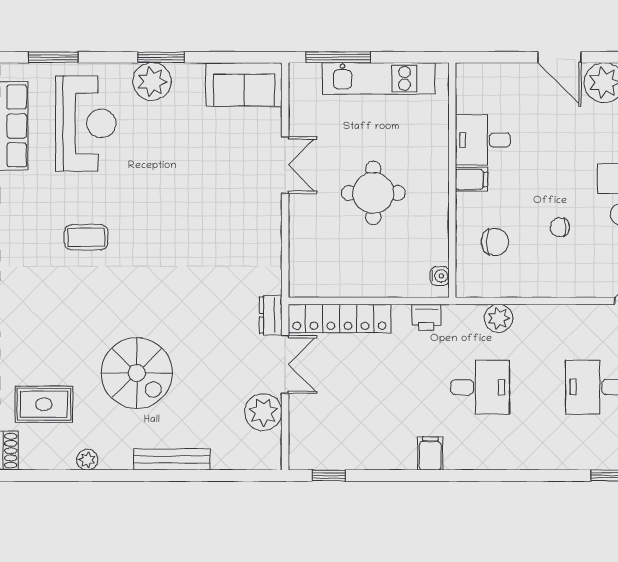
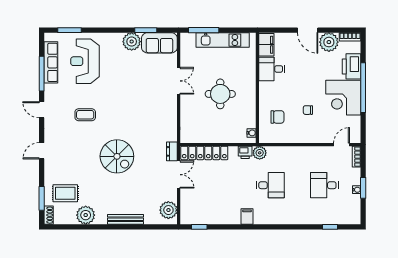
window: (161, 57) -> (146, 30), moved
plant: (152, 82) -> (132, 42), moved
reception desk: (86, 123) -> (85, 61), turned 180
filing cabinet: (471, 179) -> (266, 45), moved, width x2.00
plant: (499, 318) -> (260, 153), moved
spiral stairs: (137, 373) -> (117, 156), moved
plant: (263, 412) -> (168, 210), moved
plant: (87, 460) -> (86, 215), width x1.87, depth x1.87

